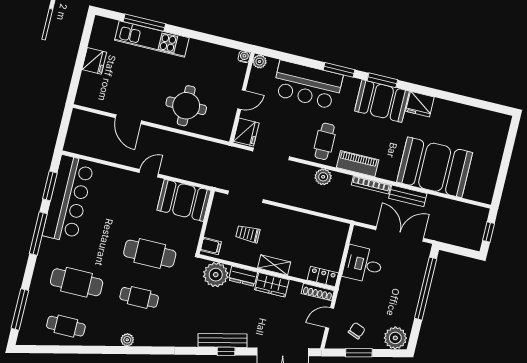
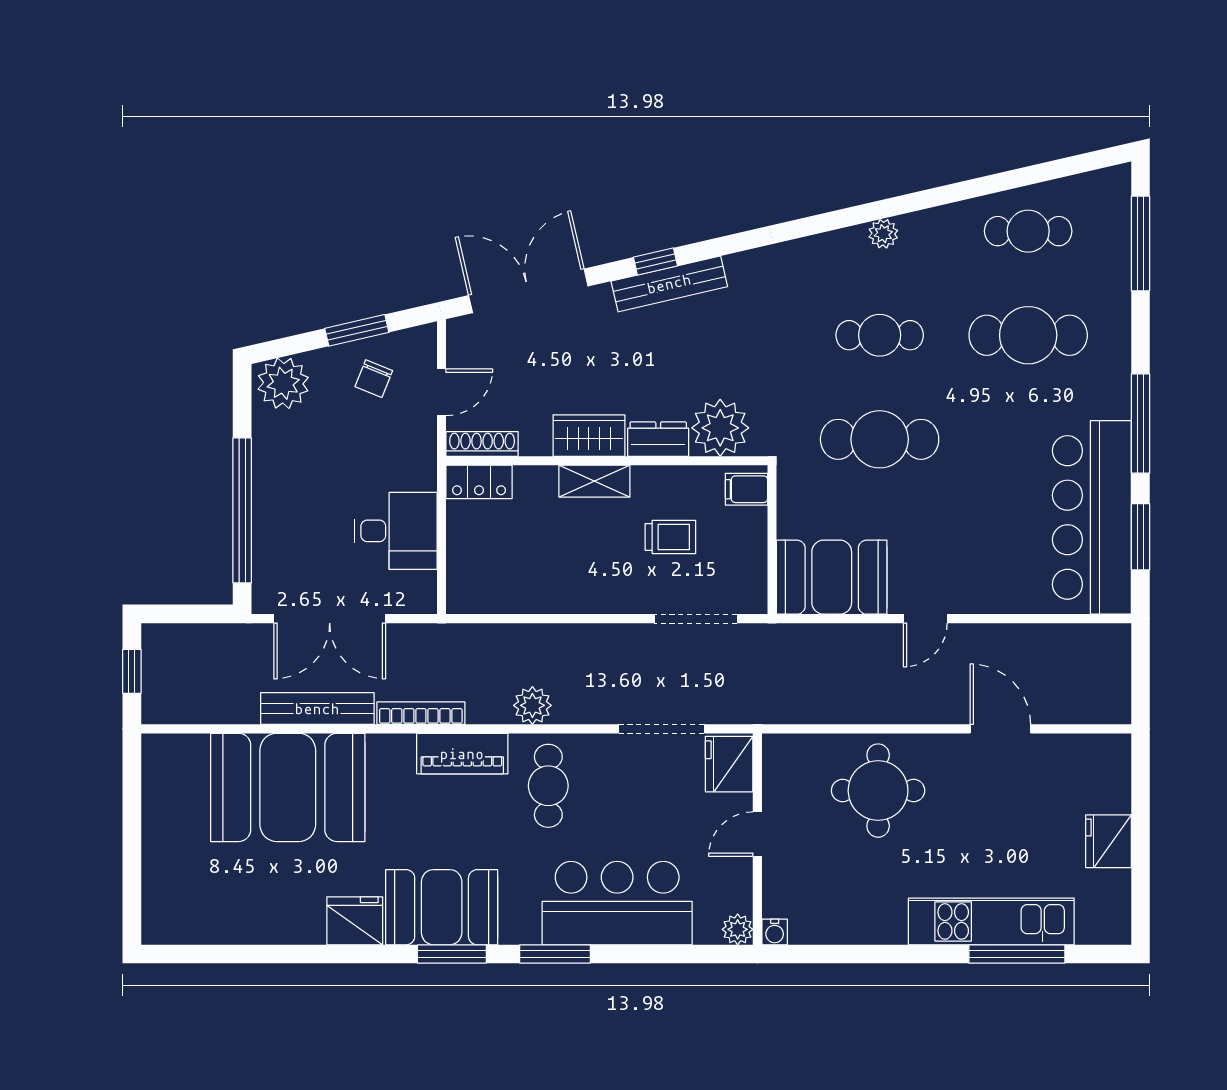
bench: (408, 196) -> (317, 709), width x1.36

